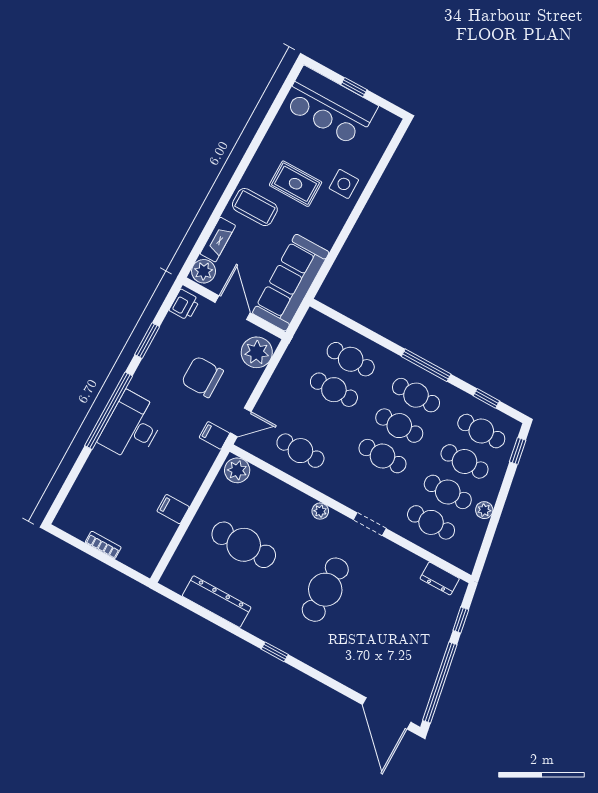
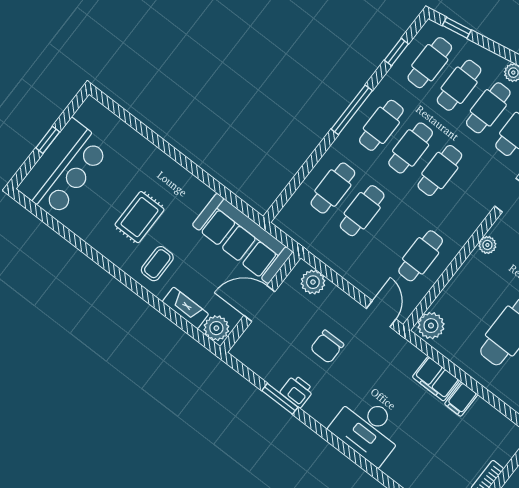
side table: (344, 184) -> (148, 166), removed
coffee table: (255, 207) -> (157, 264), width x0.73, depth x0.77
printer: (185, 305) -> (297, 391), moved
plant: (257, 352) -> (313, 282), width x0.73, depth x0.73
chair: (202, 377) -> (327, 347), width x0.73, depth x0.73
window: (109, 411) -> (347, 451), removed
filing cabinet: (214, 435) -> (436, 379), moved, width x2.00

